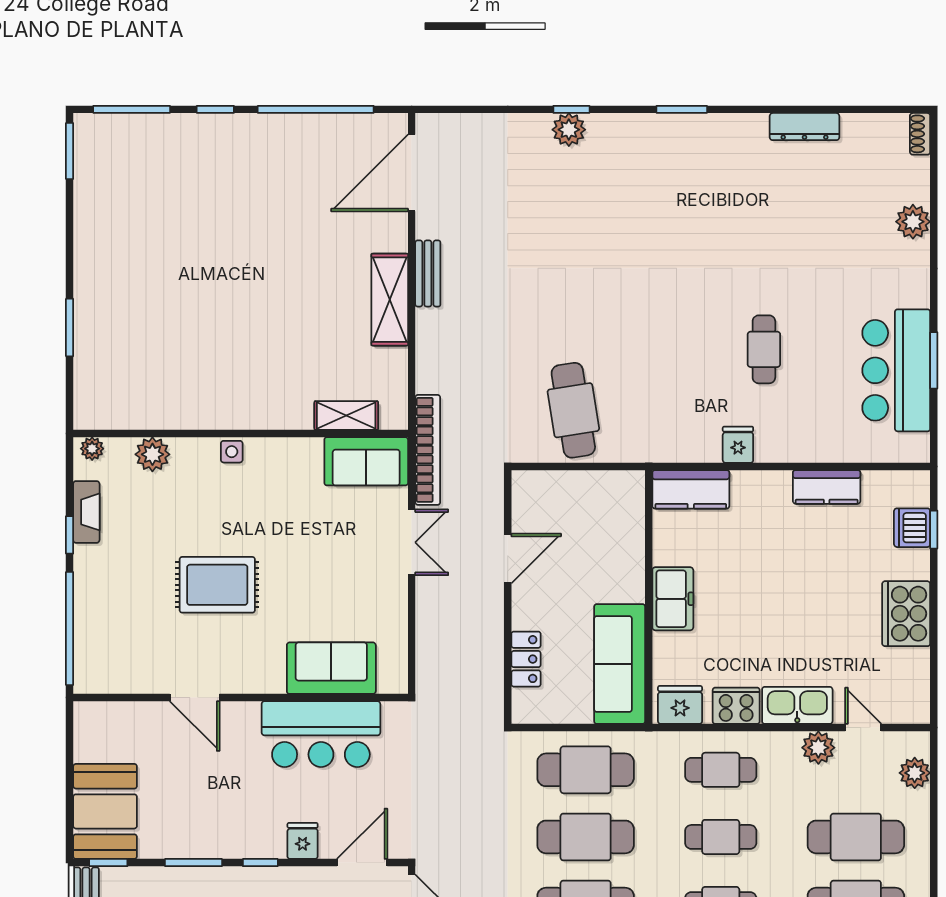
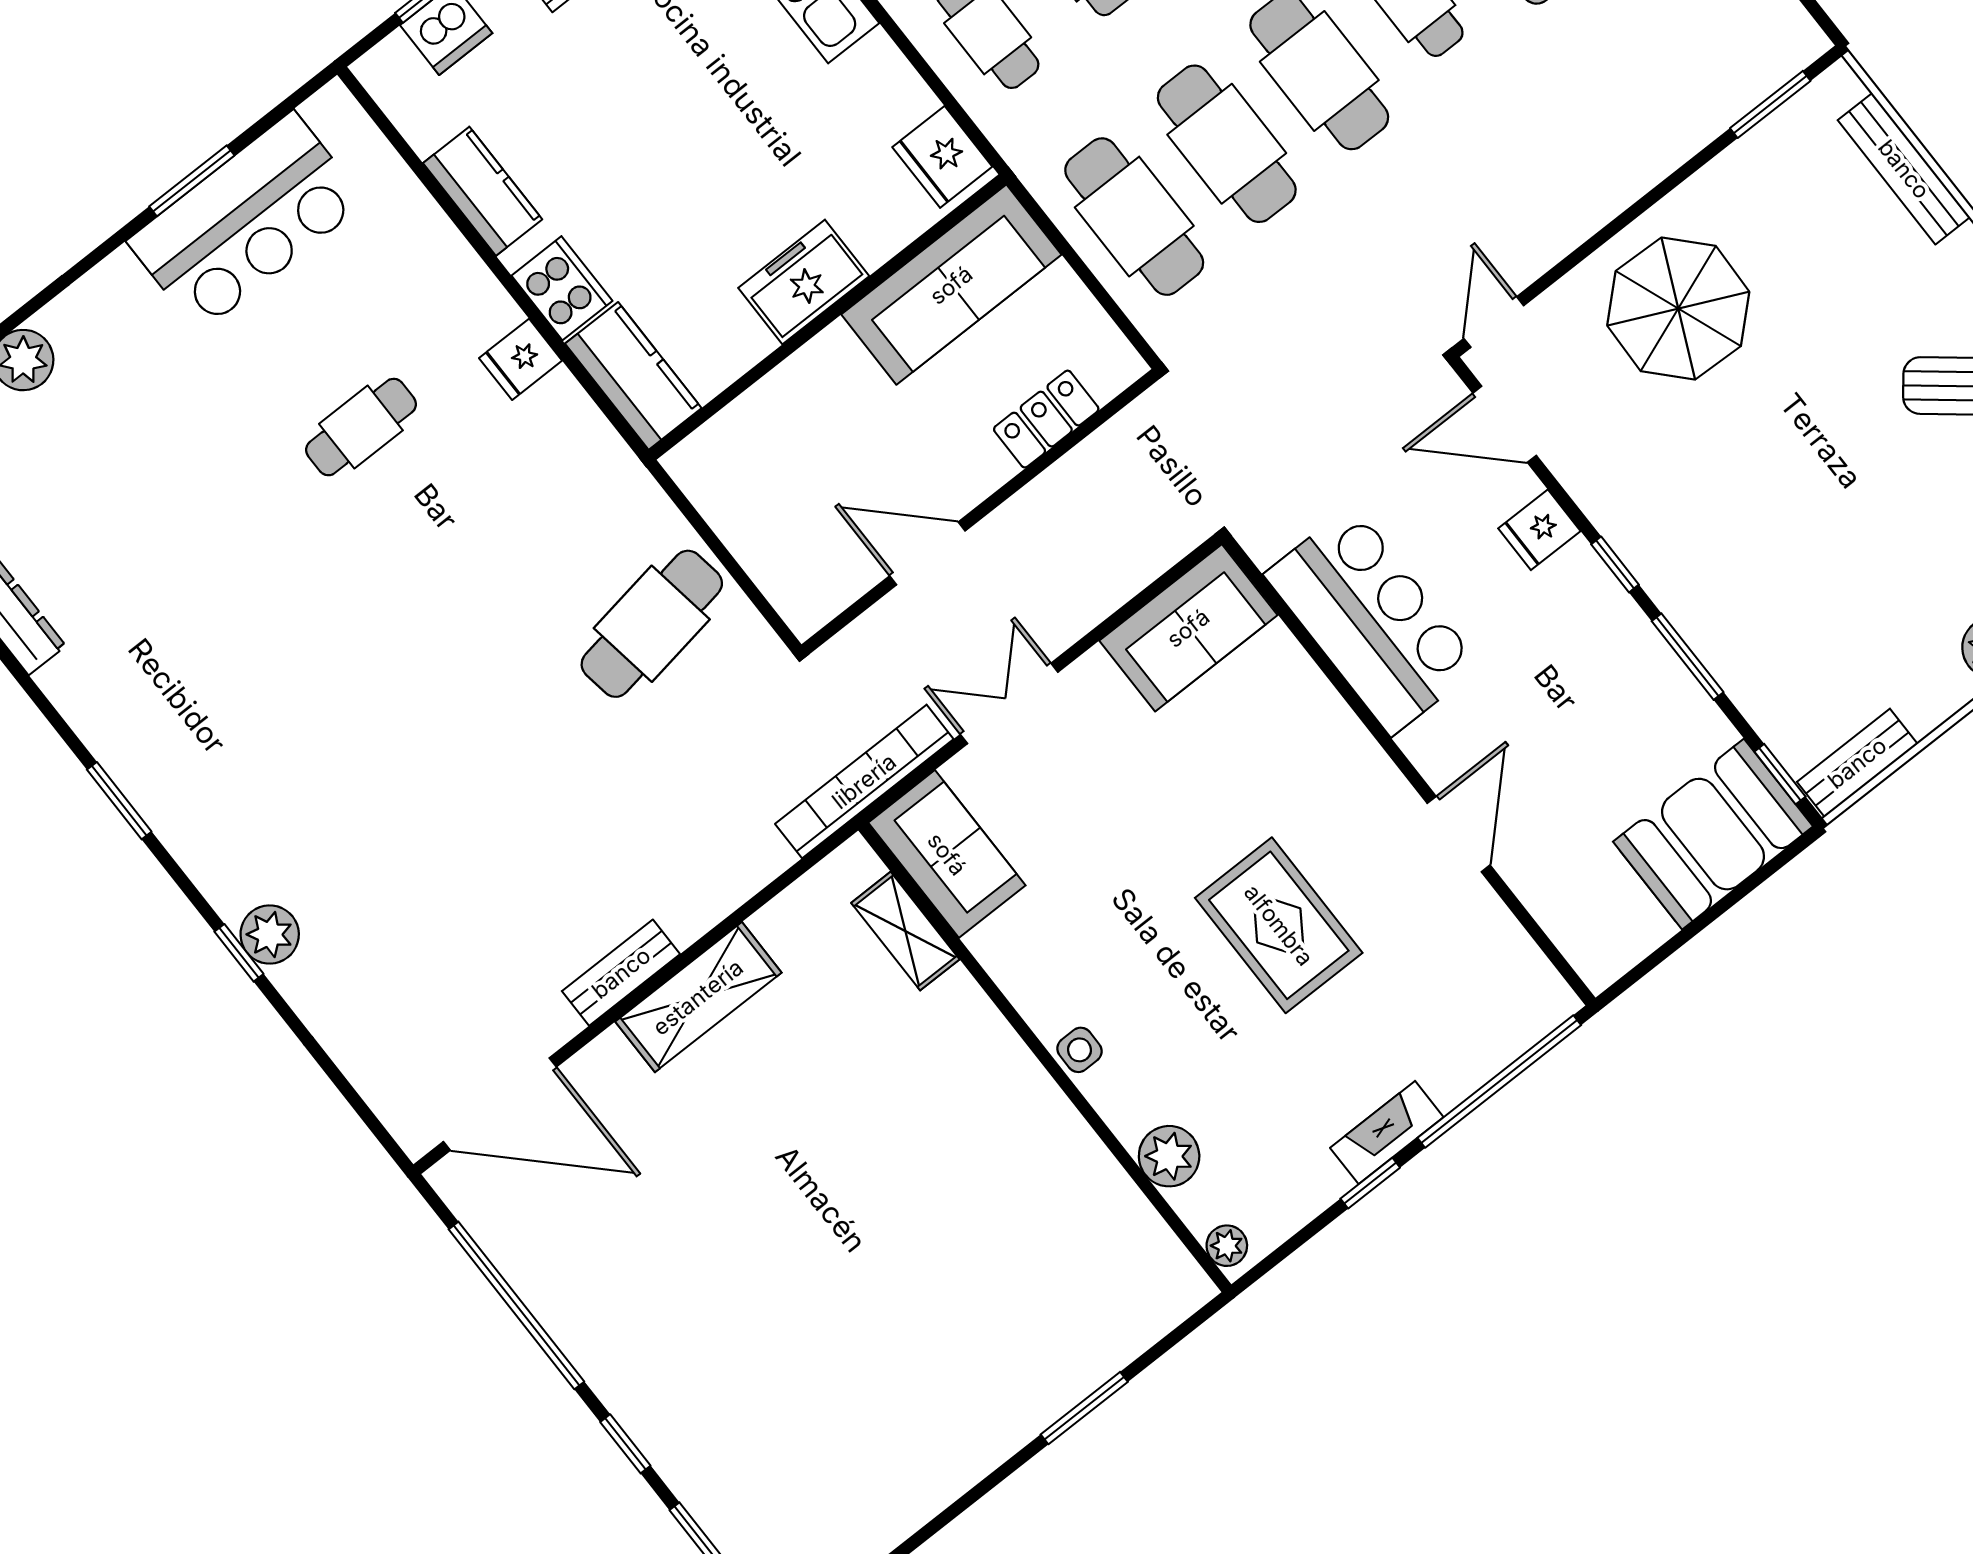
fireplace: (86, 512) -> (1387, 1133), moved
sofa: (331, 668) -> (1188, 628), moved, turned -90
cooker: (736, 706) -> (562, 288), moved, turned 180

